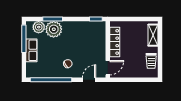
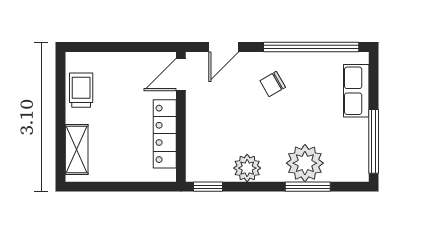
plant: (39, 27) -> (247, 168), moved
row of seats: (31, 50) -> (356, 91), moved

